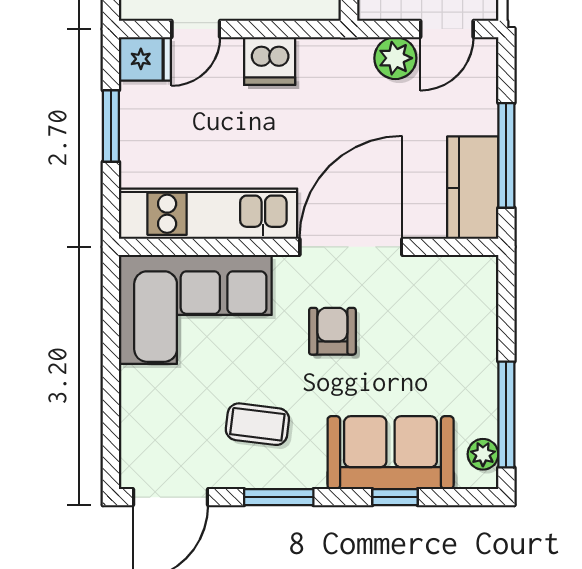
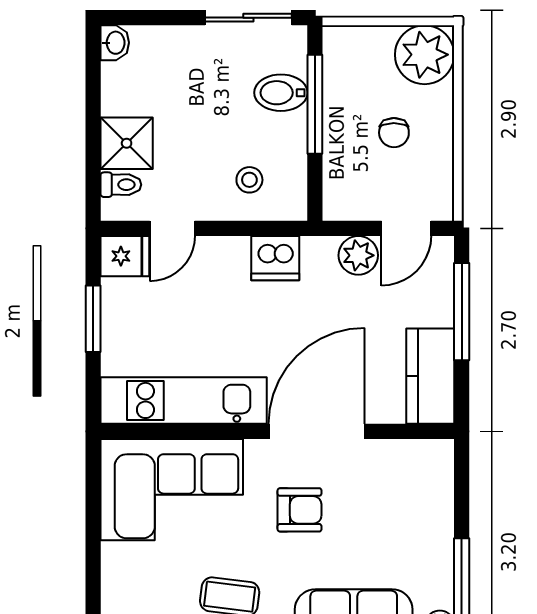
dishwasher: (270, 61) -> (275, 258), moved
window: (506, 155) -> (462, 312), moved
armchair: (332, 331) -> (300, 510), turned 90

